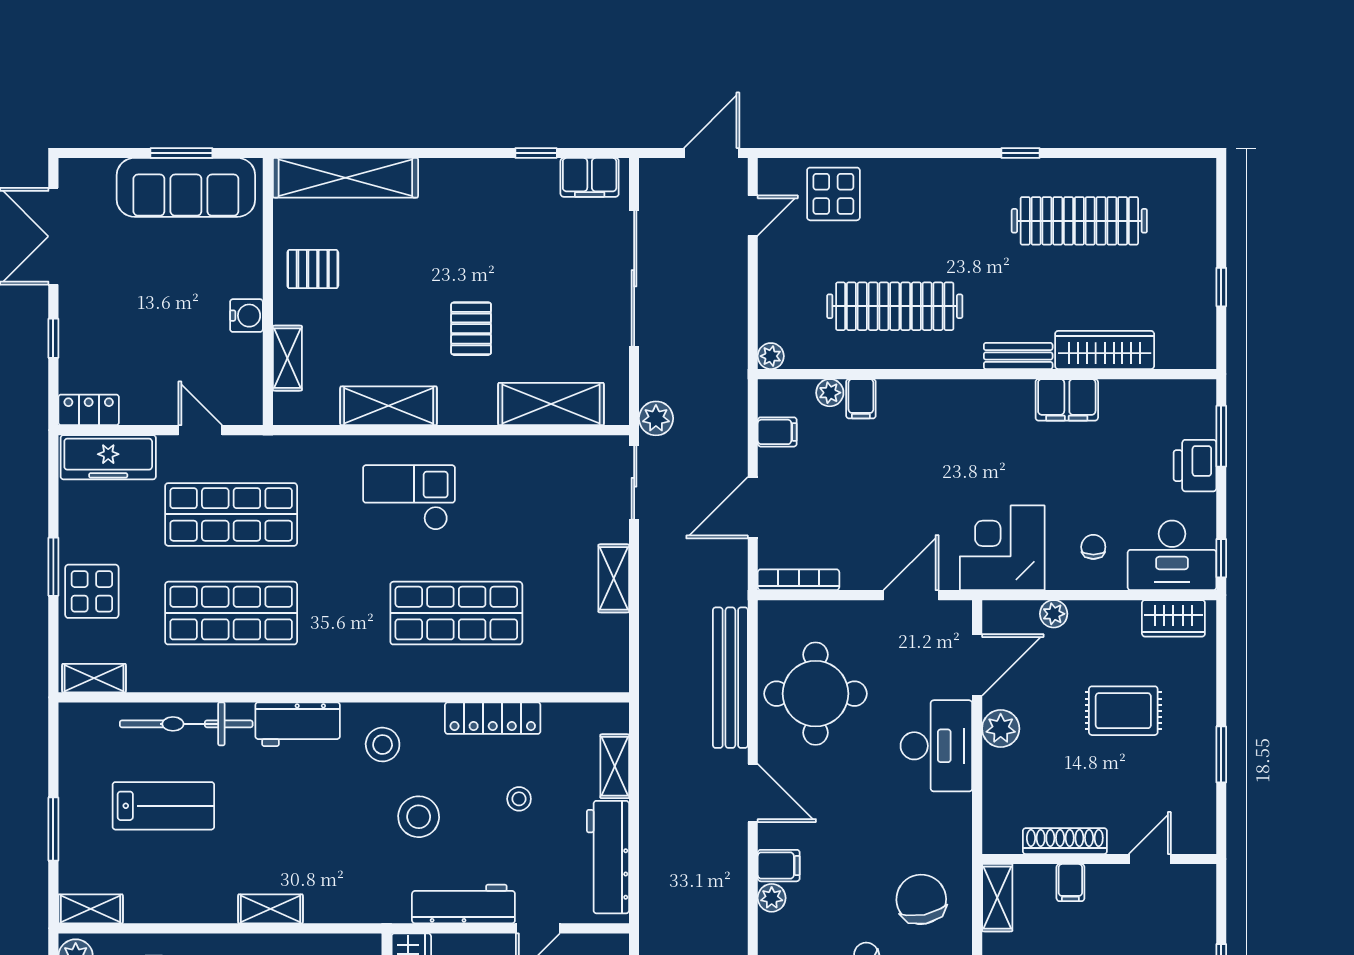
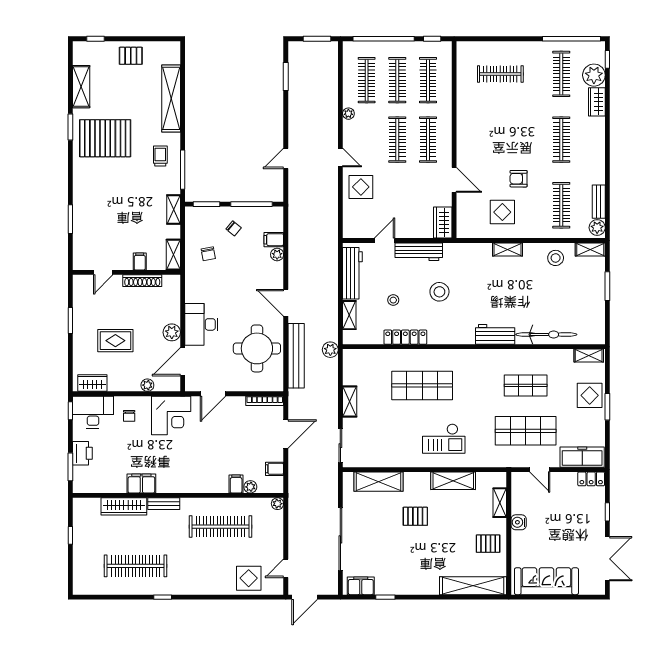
window: (181, 153) -> (548, 597), removed
pallet: (471, 329) -> (415, 516), turned 90
plant: (656, 418) -> (330, 350), moved
shop shelf: (231, 613) -> (526, 385), width x0.70, depth x0.74
stool: (383, 745) -> (556, 258), moved
lab bench: (163, 806) -> (557, 297), removed
filing cabinet: (779, 866) -> (274, 240), moved
chair: (921, 899) -> (208, 254), width x0.54, depth x0.54

